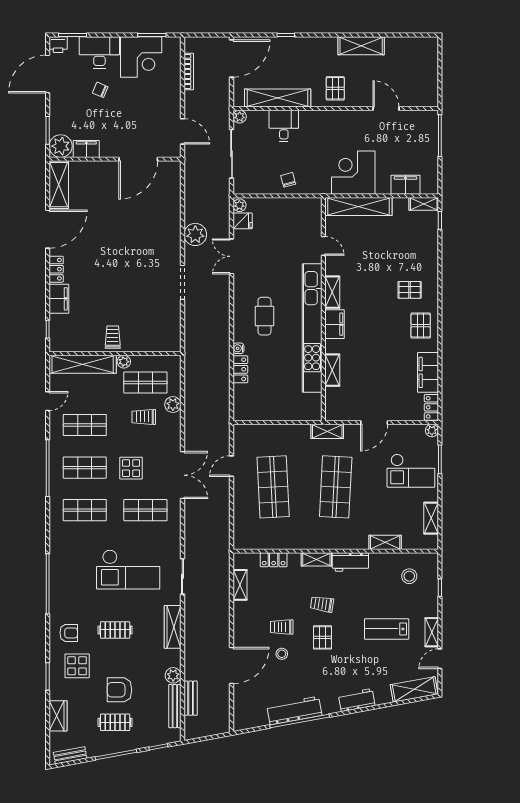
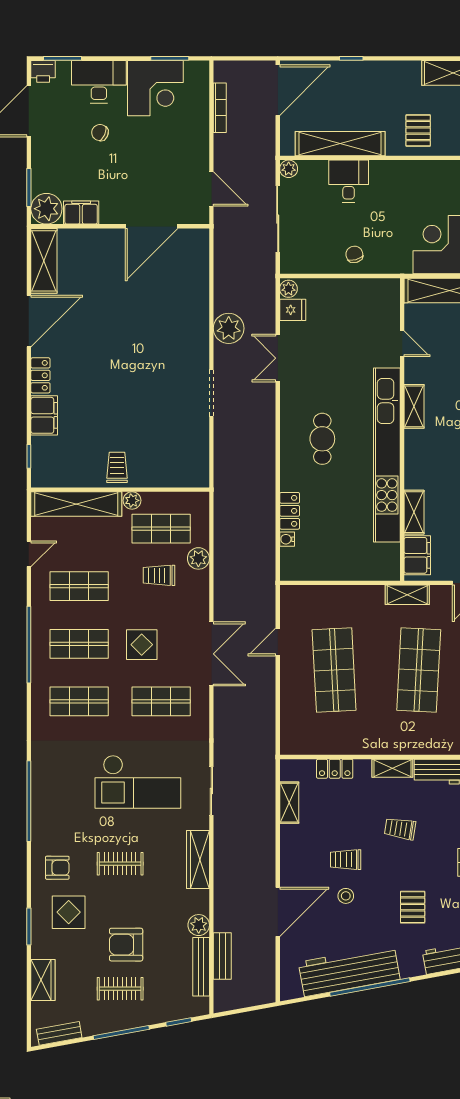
filing cabinet: (335, 324) -> (417, 555), moved
water cooler: (238, 348) -> (287, 539), moved
pallet: (322, 637) -> (413, 907), moved
workbench: (294, 710) -> (349, 971), width x1.36, depth x1.32

